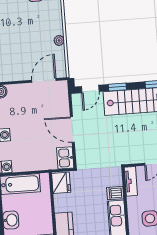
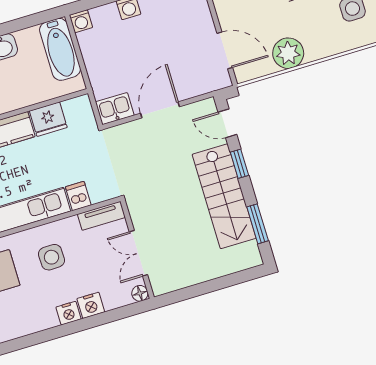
plant: (59, 40) -> (288, 53), width x1.88, depth x1.88
fridge: (61, 183) -> (48, 119), moved

